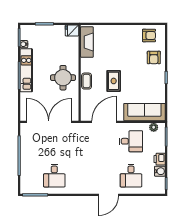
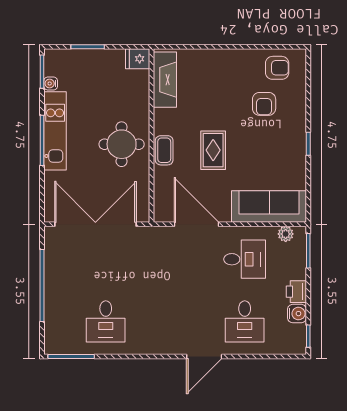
armchair: (154, 58) -> (264, 104), moved
door: (104, 122) -> (196, 224), hinge flipped

